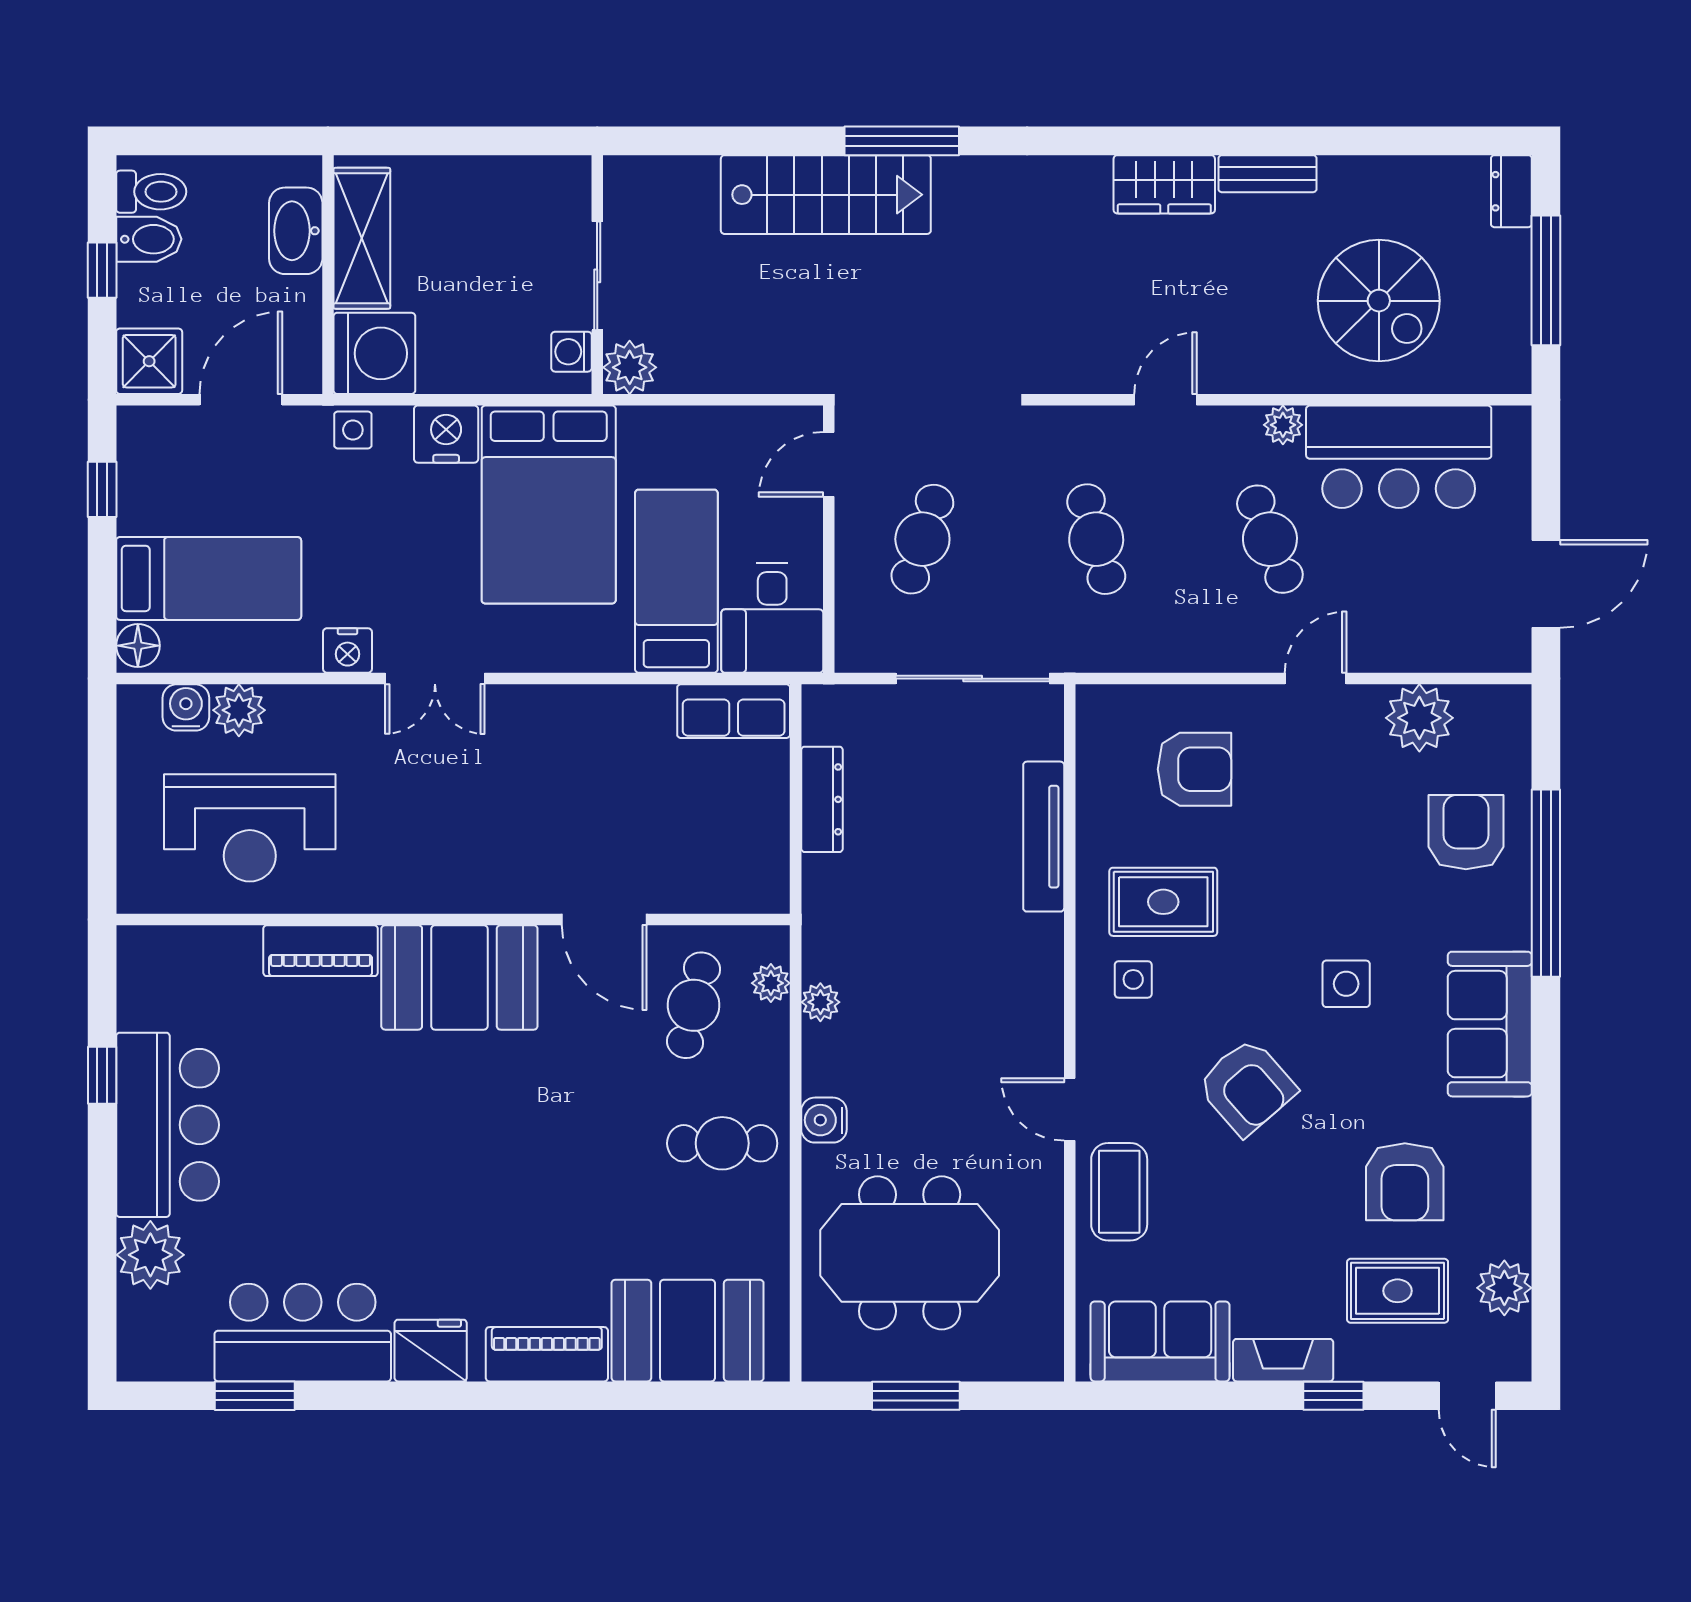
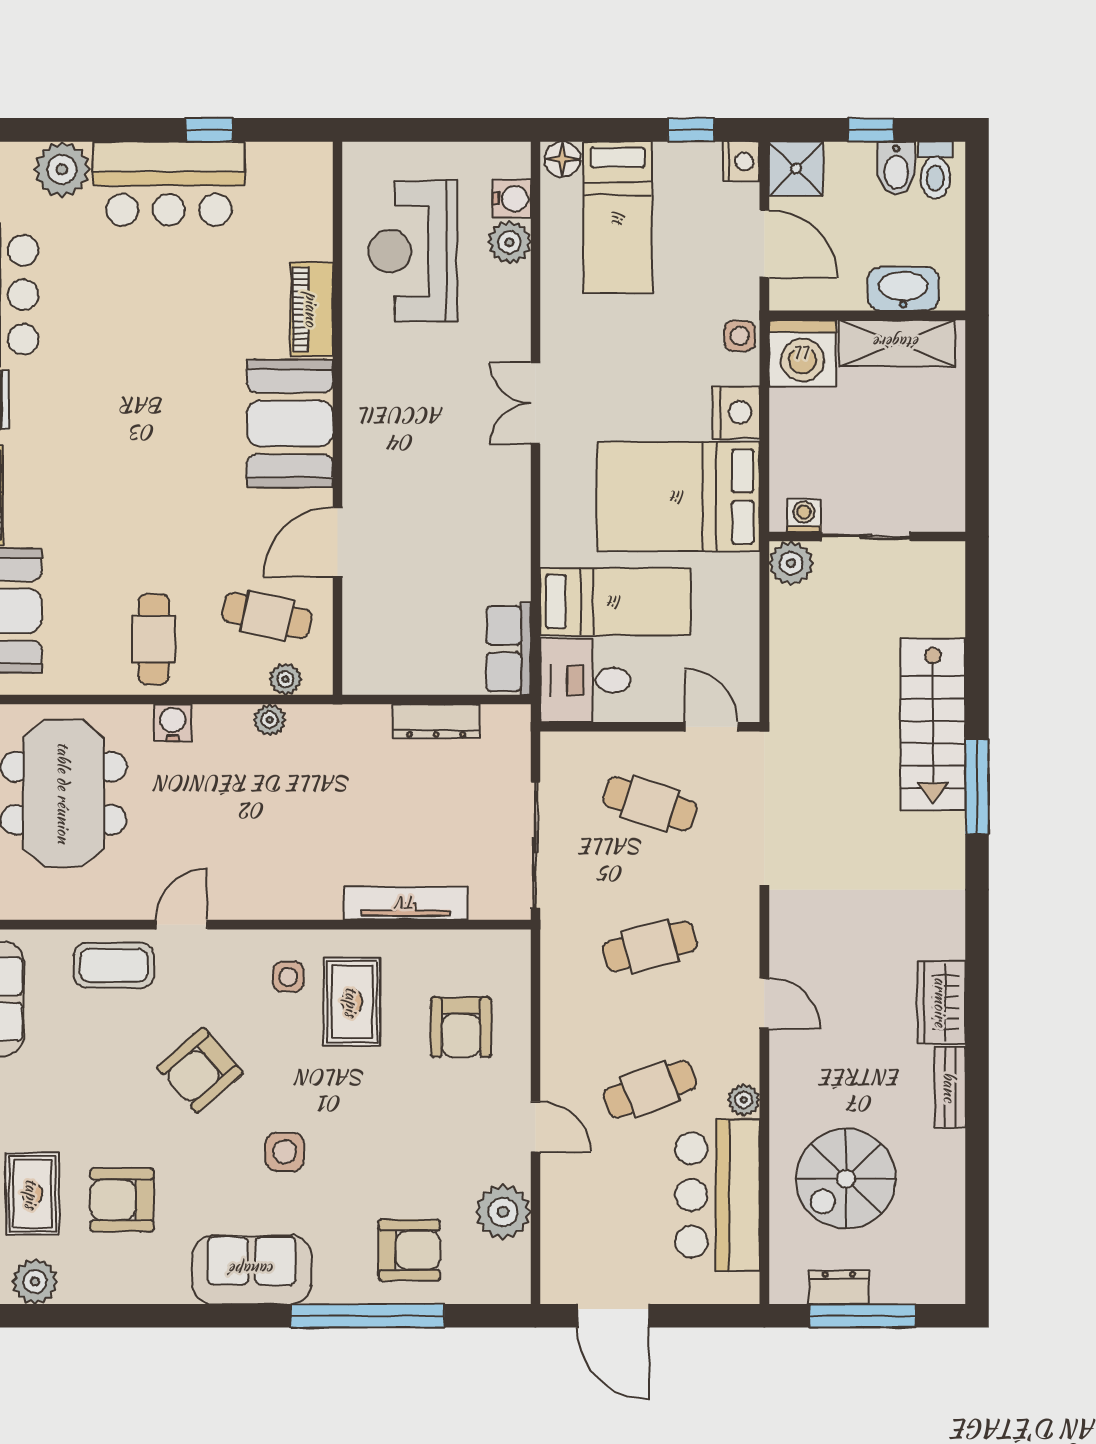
dresser: (1511, 191) -> (839, 1287), moved
nightstand: (347, 650) -> (741, 161), moved, turned 180

